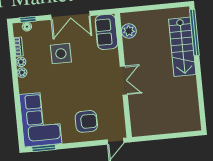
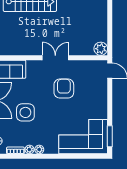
plant: (129, 31) -> (101, 49), moved
armchair: (86, 121) -> (64, 89), moved

